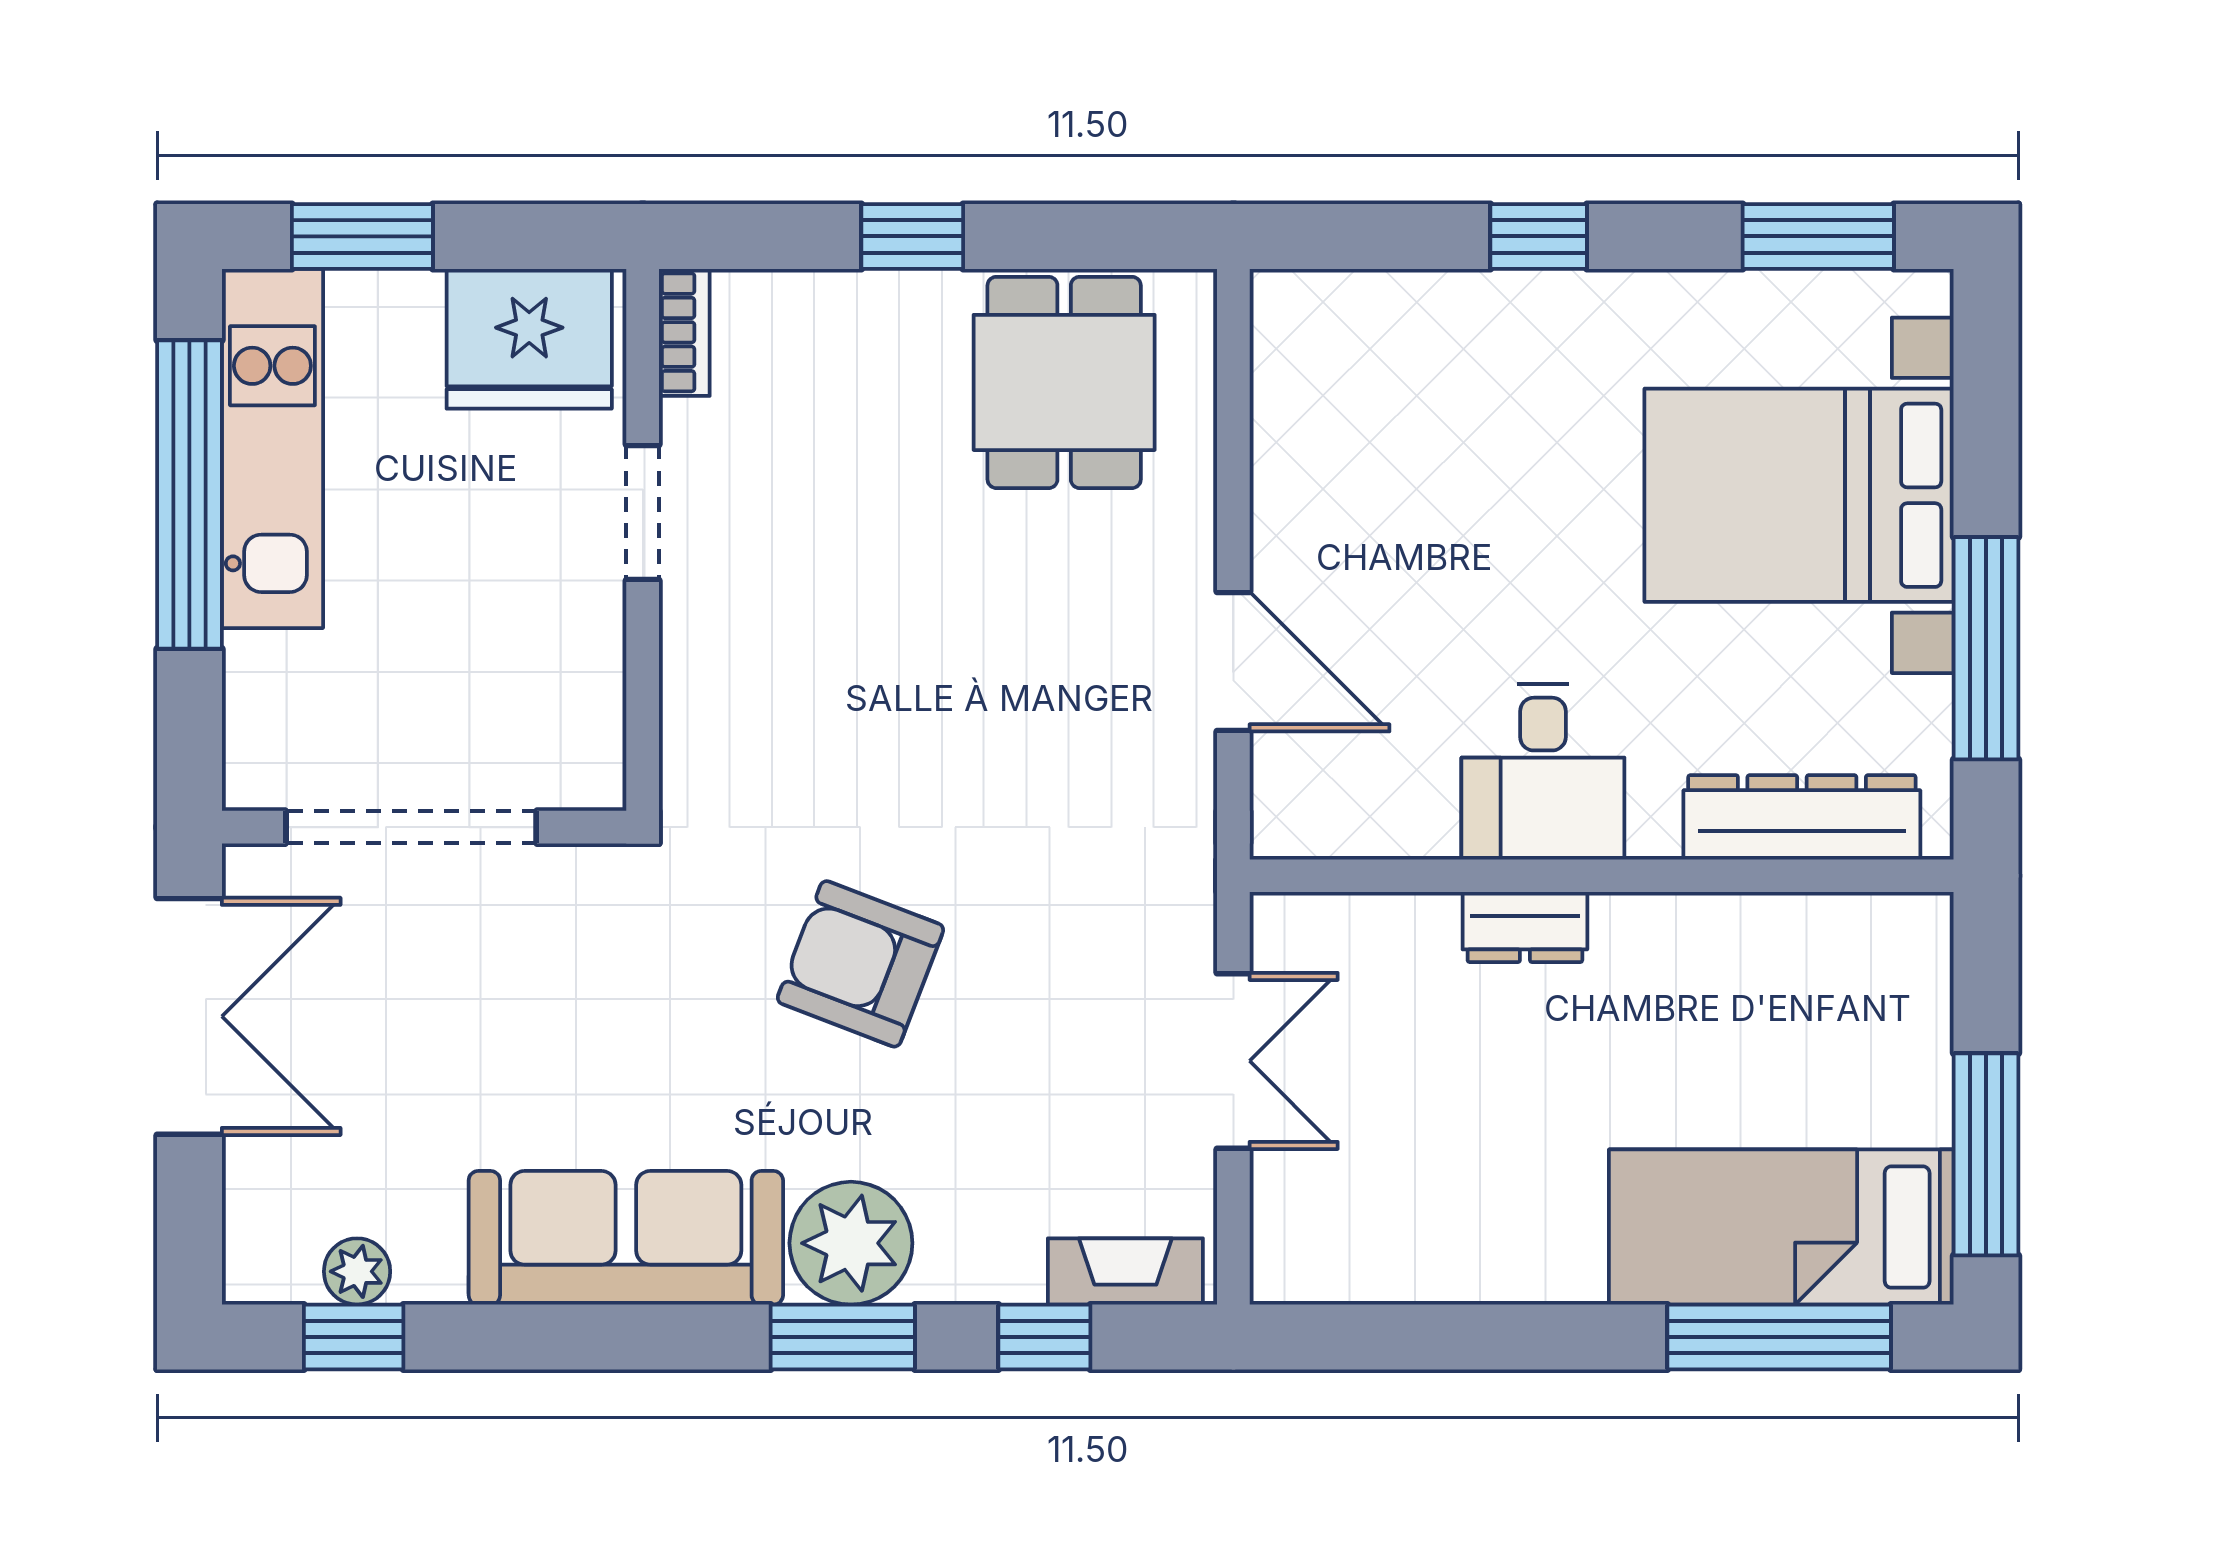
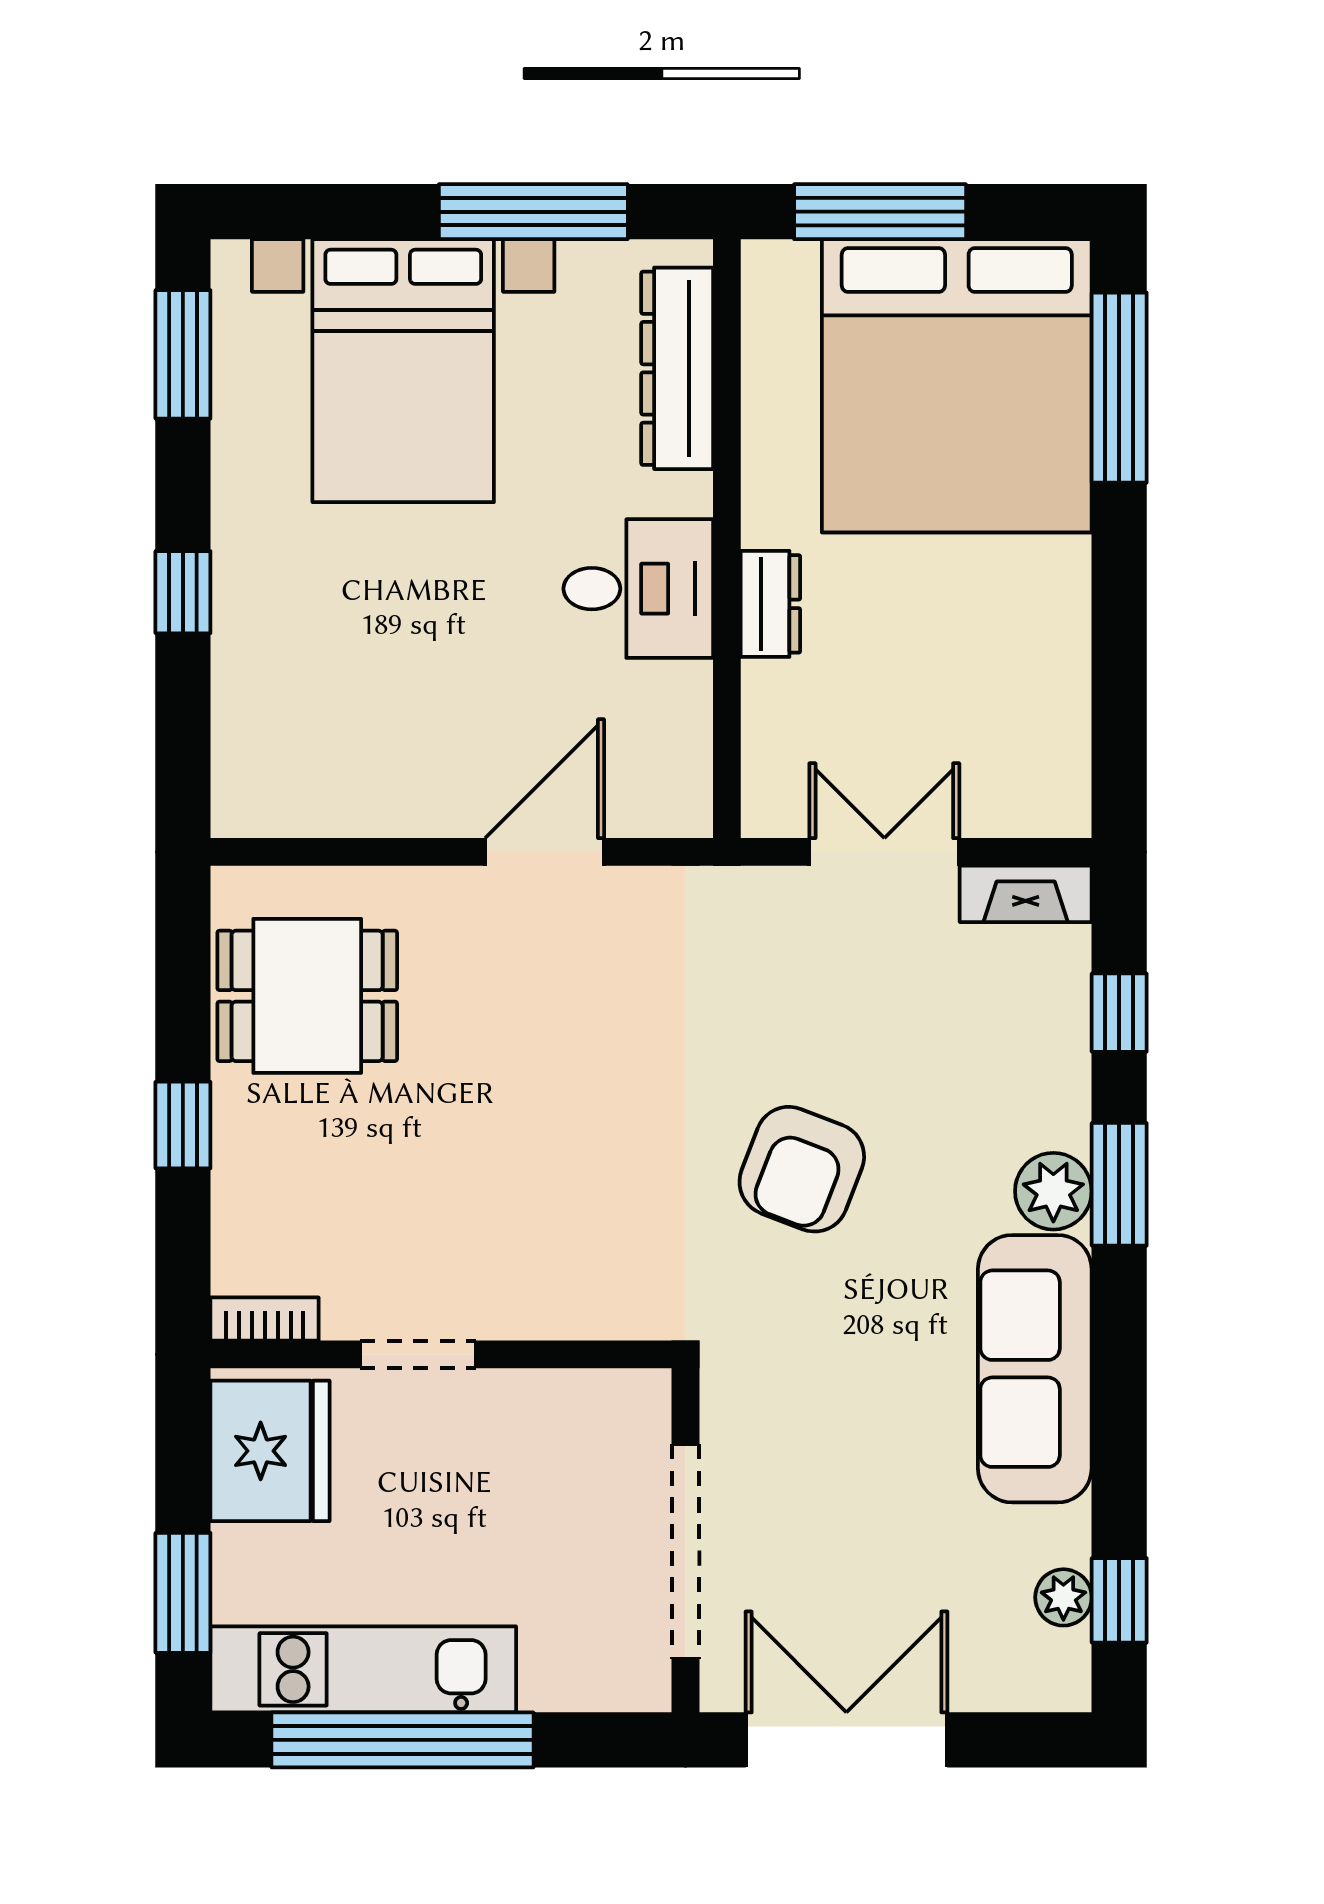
window: (1986, 1154) -> (880, 212), moved
bed: (1781, 1227) -> (957, 386), width x2.04
plant: (851, 1243) -> (1053, 1191), width x0.73, depth x0.73
fireplace: (1125, 1271) -> (1026, 894), moved, turned -90

